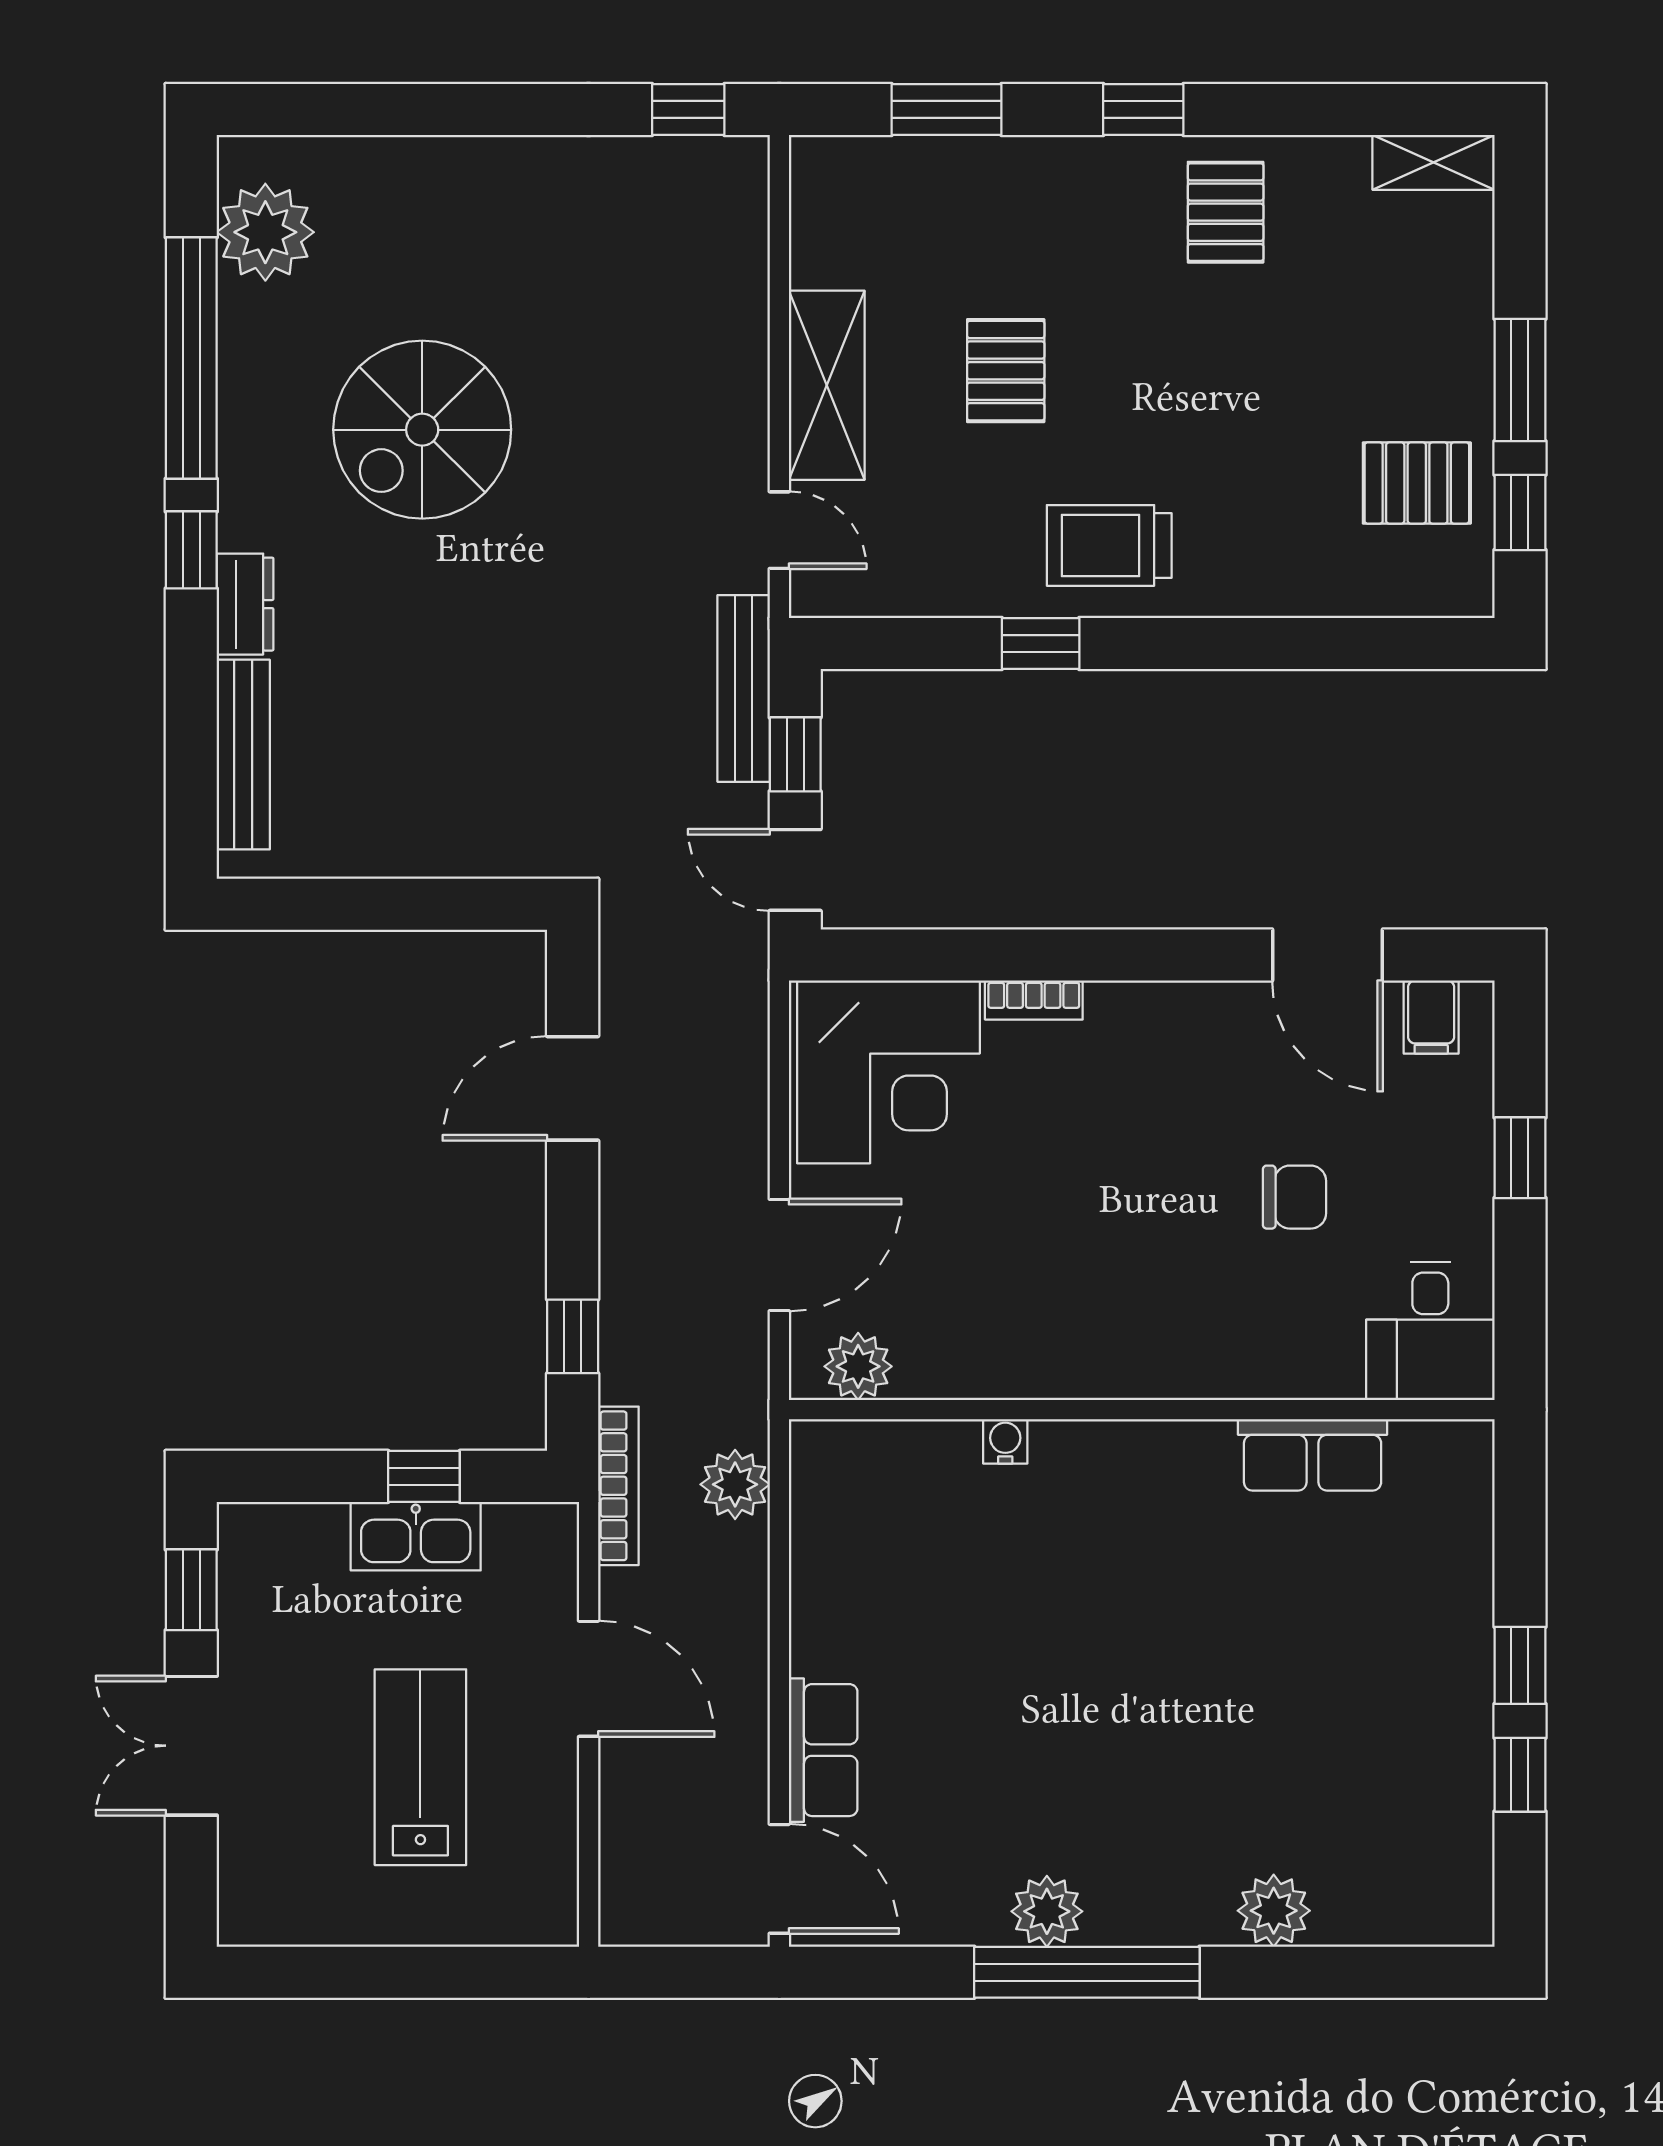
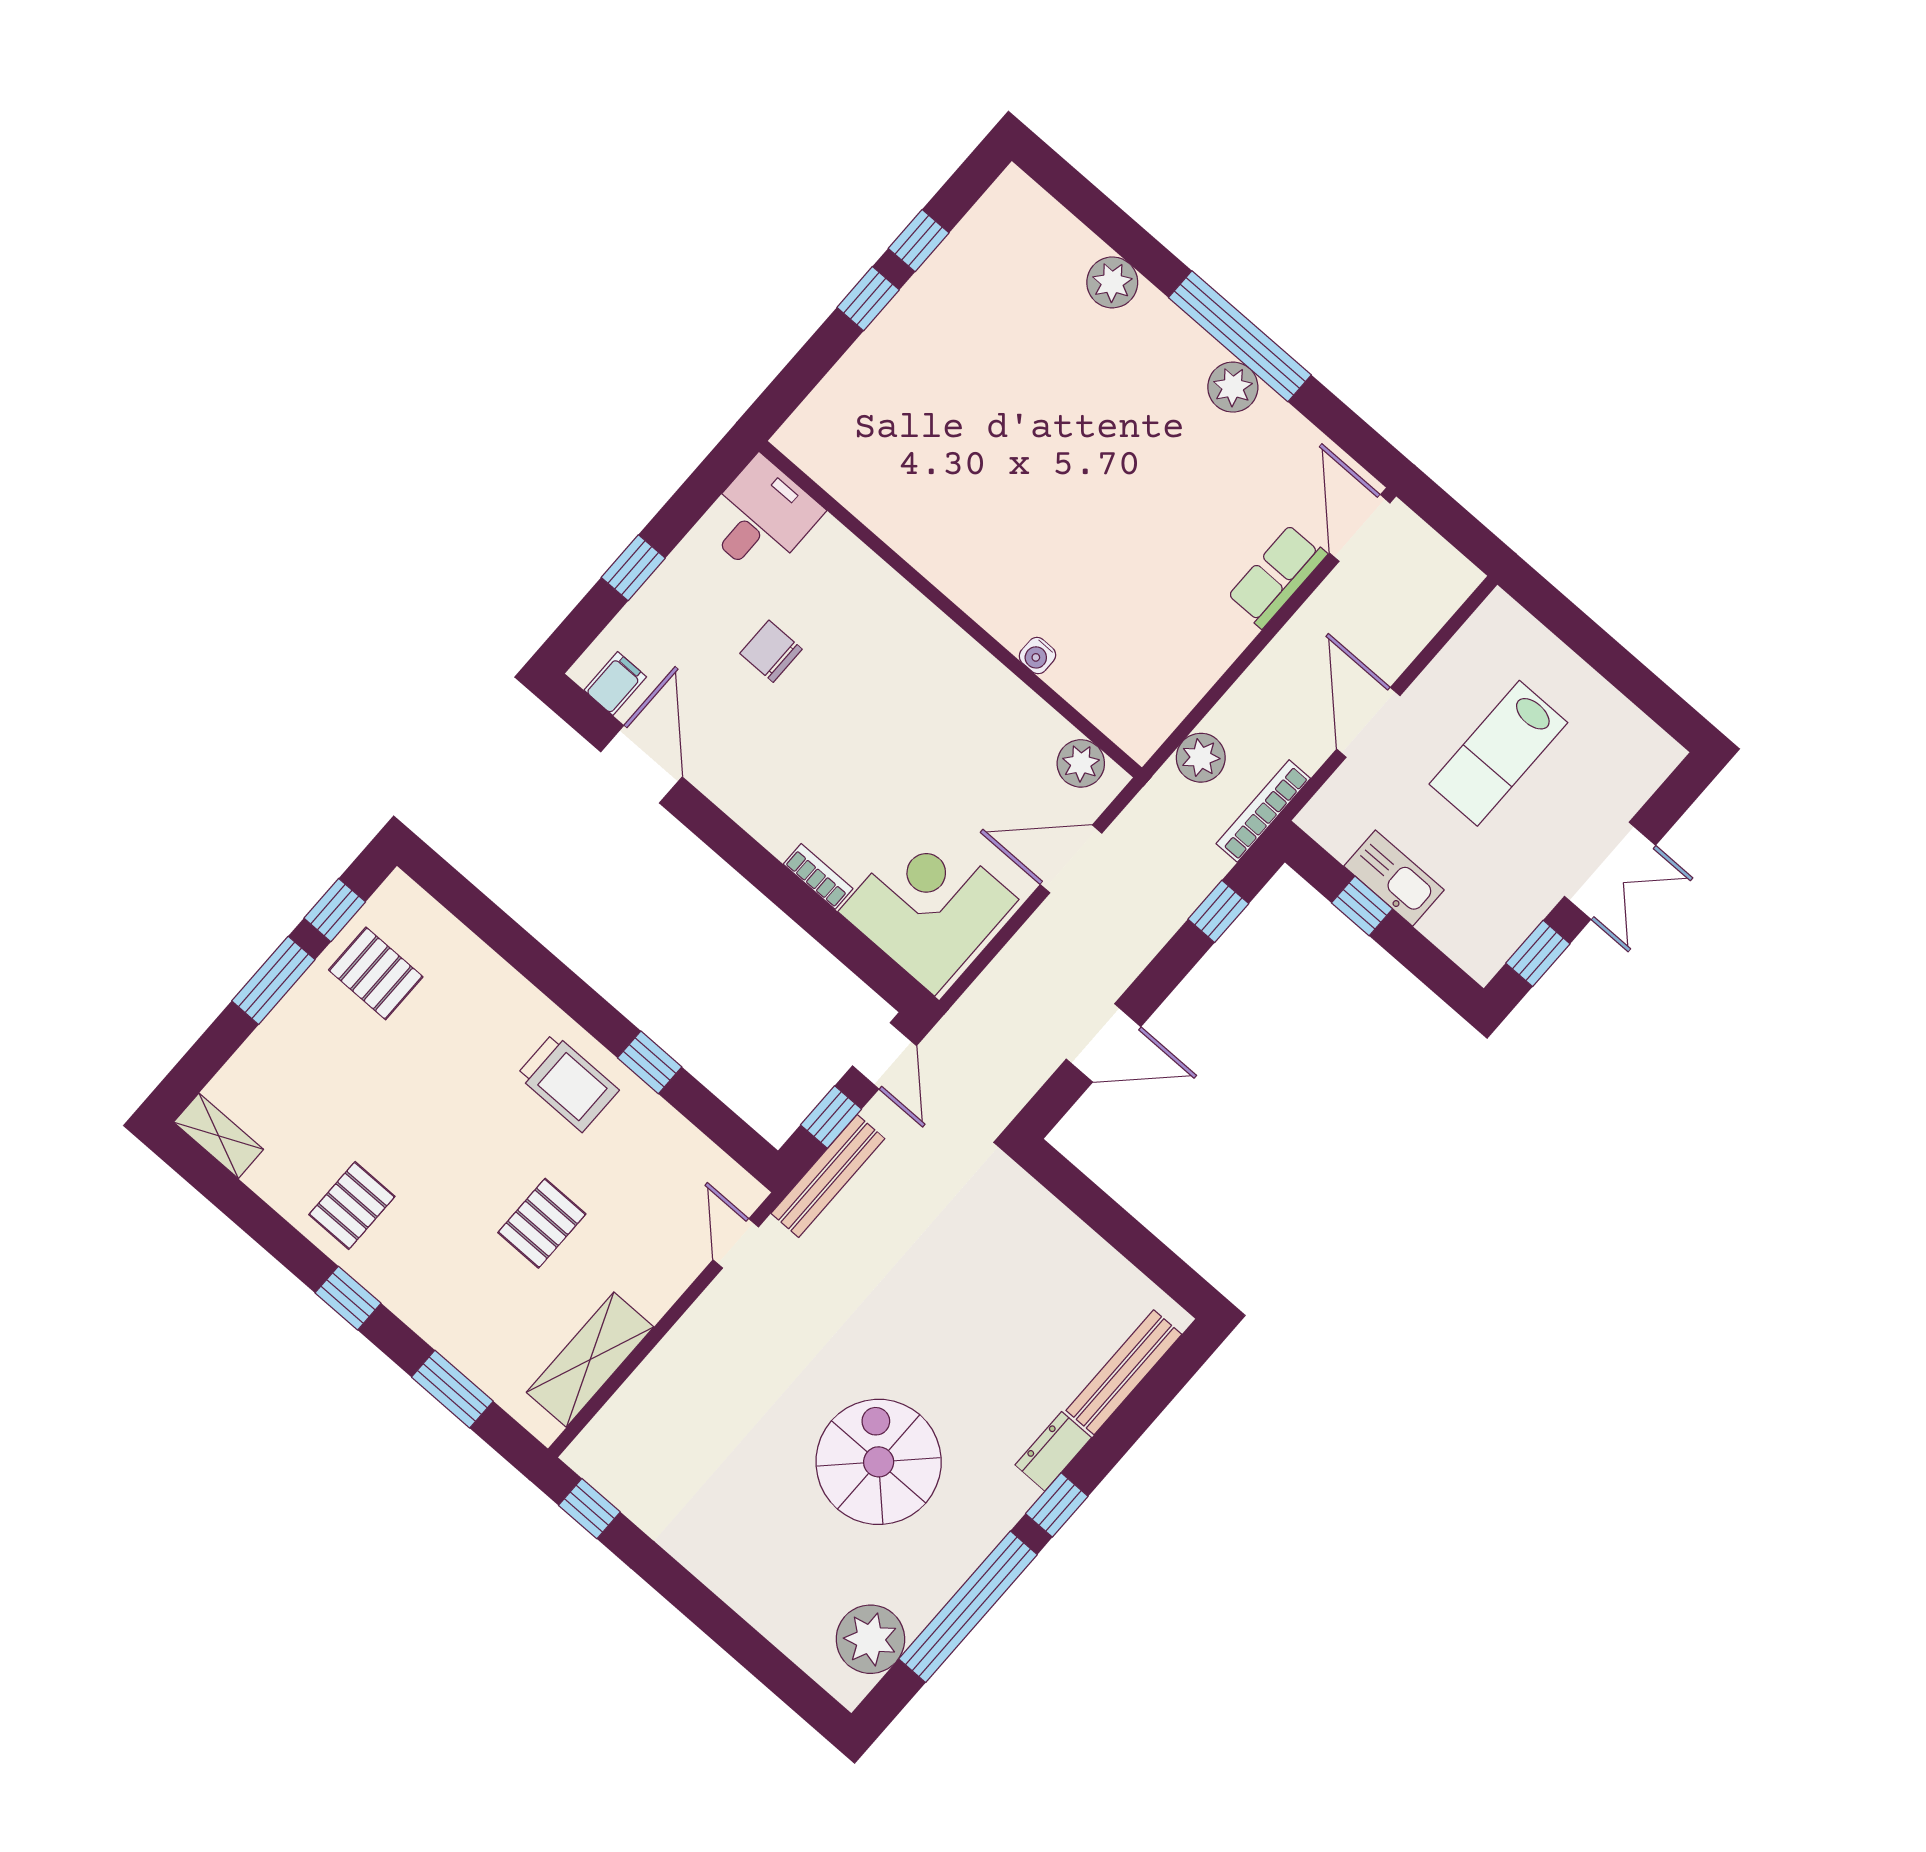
shelving: (827, 385) -> (590, 1360), moved
spiral stairs: (422, 430) -> (879, 1462), turned -90
row of seats: (1313, 1455) -> (881, 506), removed

